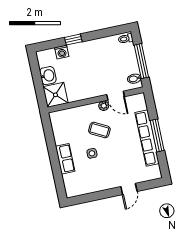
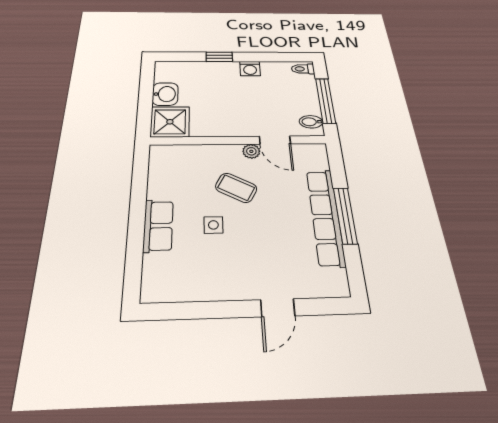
washing machine: (62, 52) -> (250, 69), moved

